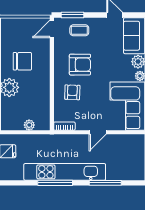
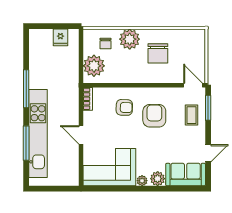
armchair: (80, 65) -> (154, 116), turned 180
chair: (13, 110) -> (105, 44), added
plant: (29, 125) -> (94, 66), width x1.88, depth x1.88
kitchen unit: (65, 172) -> (38, 134), moved

